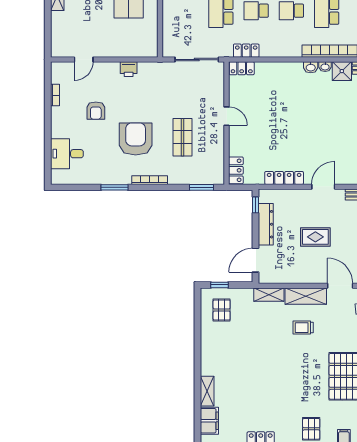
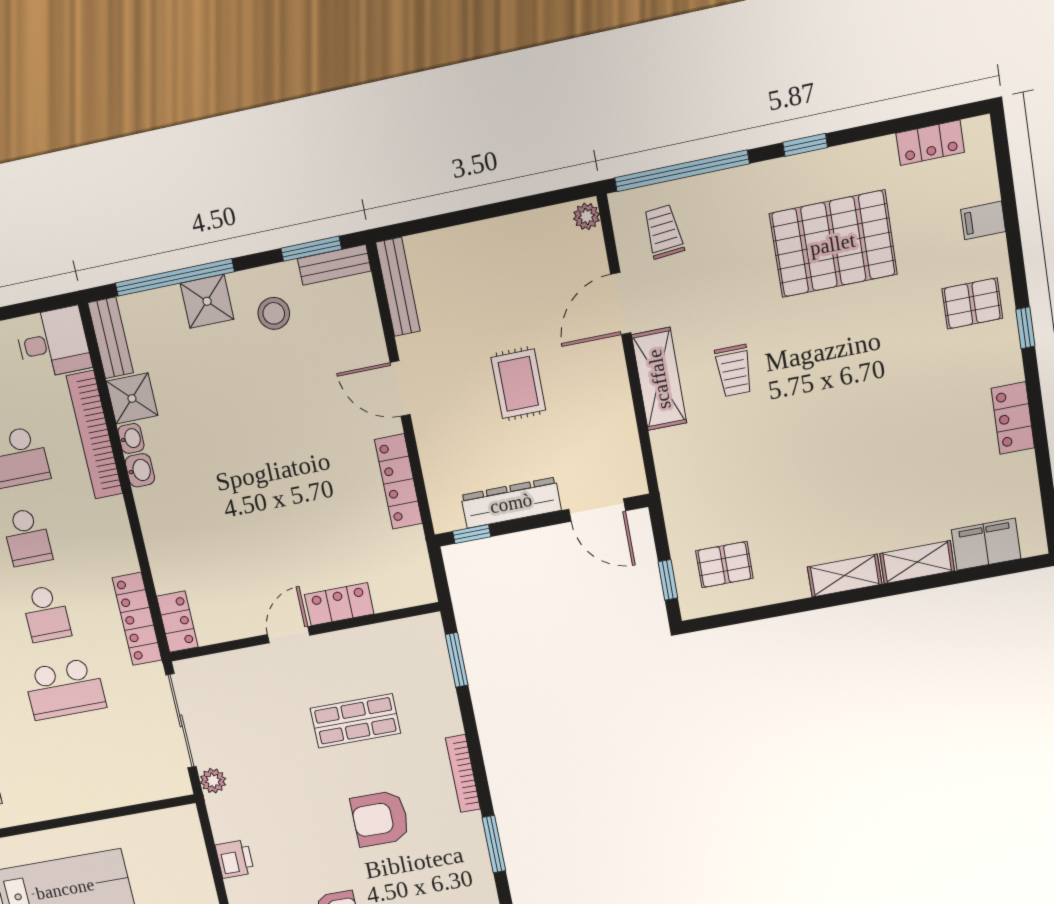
locker: (246, 51) -> (137, 619), width x1.53
plant: (167, 68) -> (213, 781), added
armchair: (136, 139) -> (380, 819), width x0.73, depth x0.73
locker: (236, 170) -> (339, 604), moved
shelving: (269, 295) -> (845, 576), moved, turned 90

